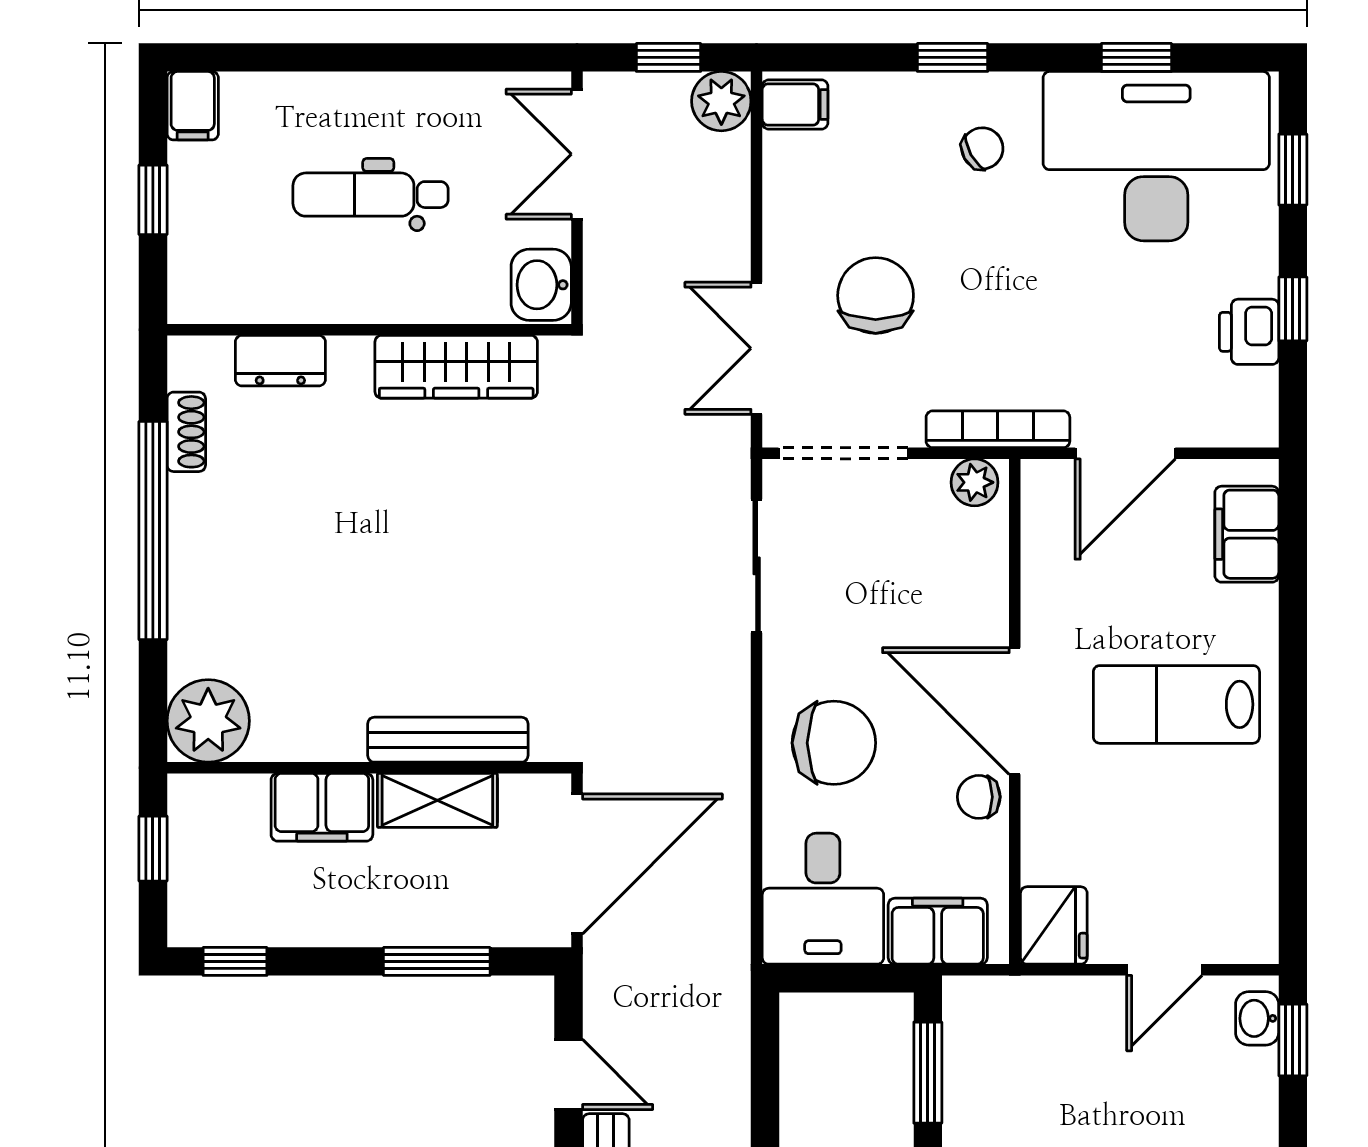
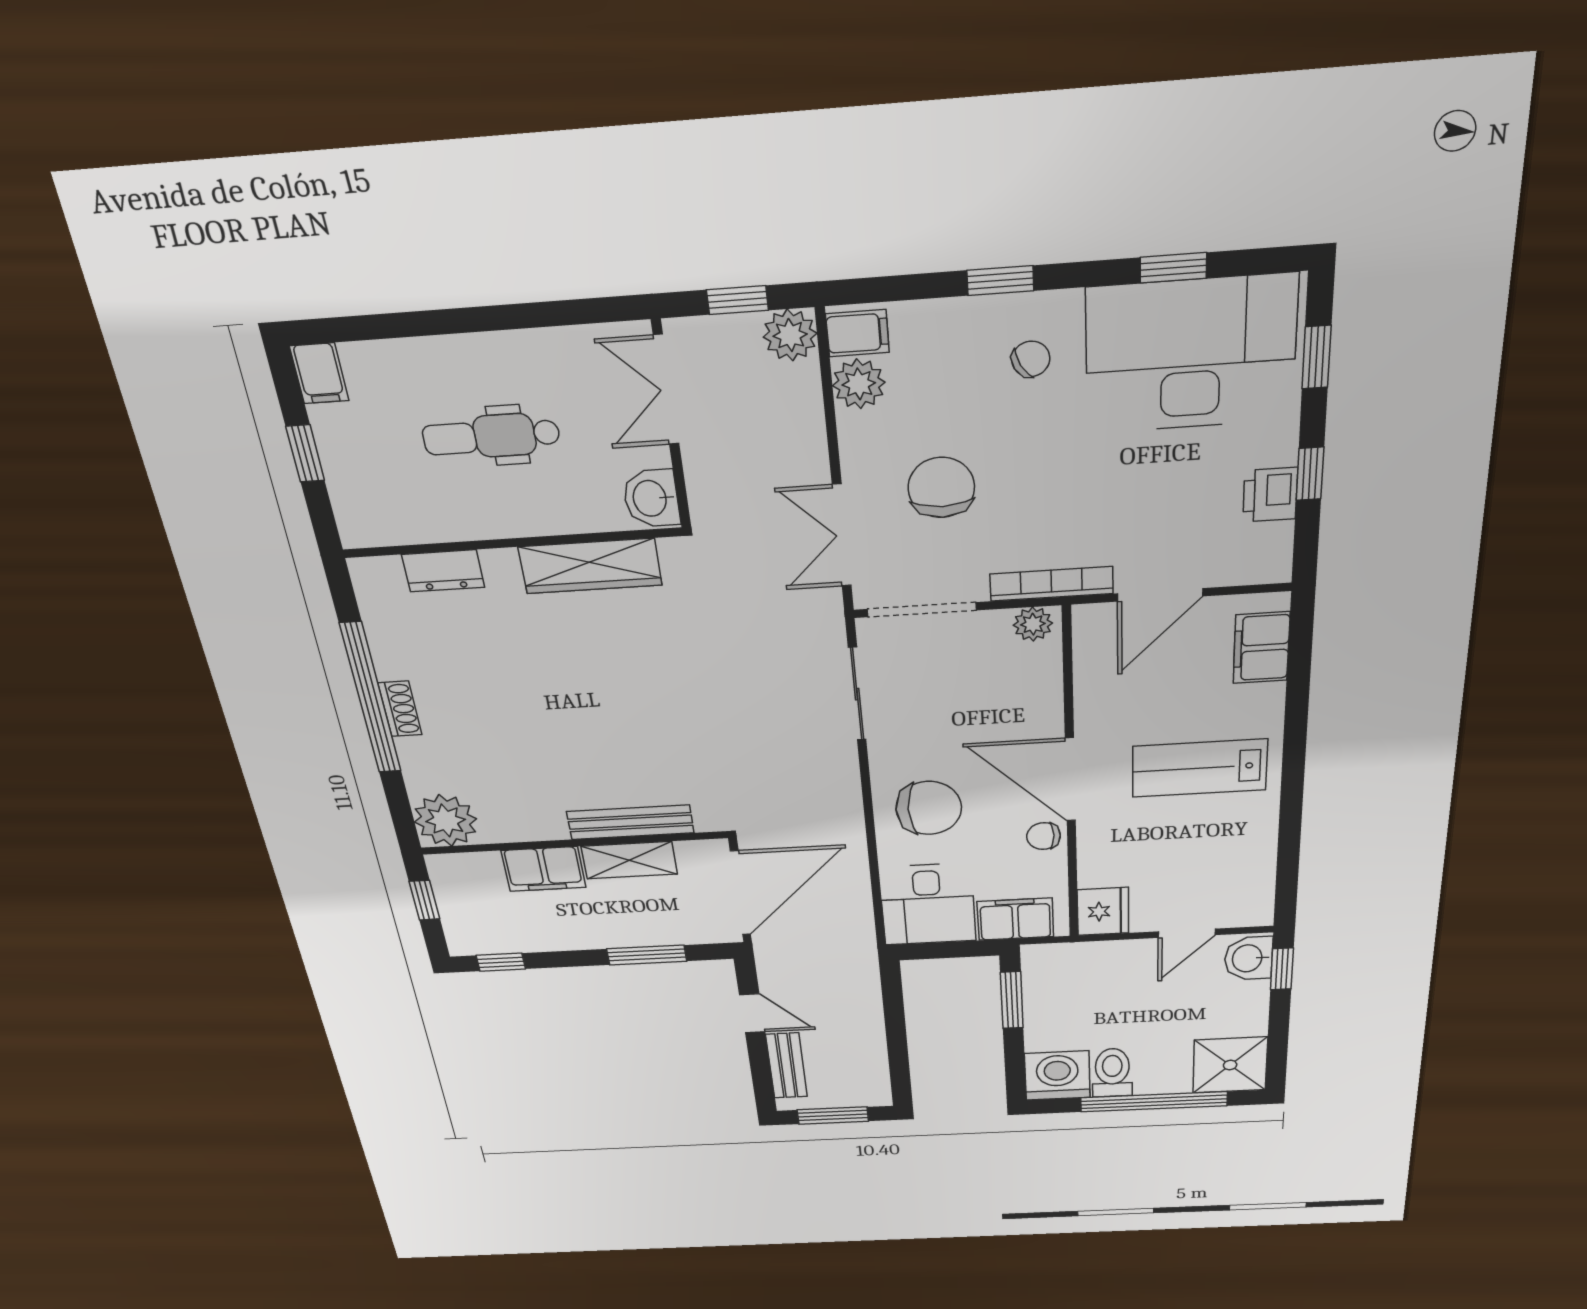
plant: (792, 163) -> (859, 384), added
shoe rack: (186, 432) -> (400, 709), moved
washbasin: (1257, 1018) -> (1248, 958), width x1.38, depth x1.45

